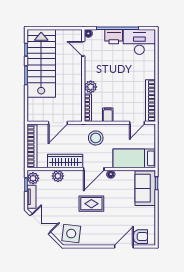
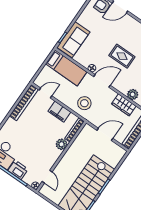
filing cabinet: (108, 115) -> (59, 112), width x2.00
wardrobe: (65, 161) -> (124, 105), width x0.67

